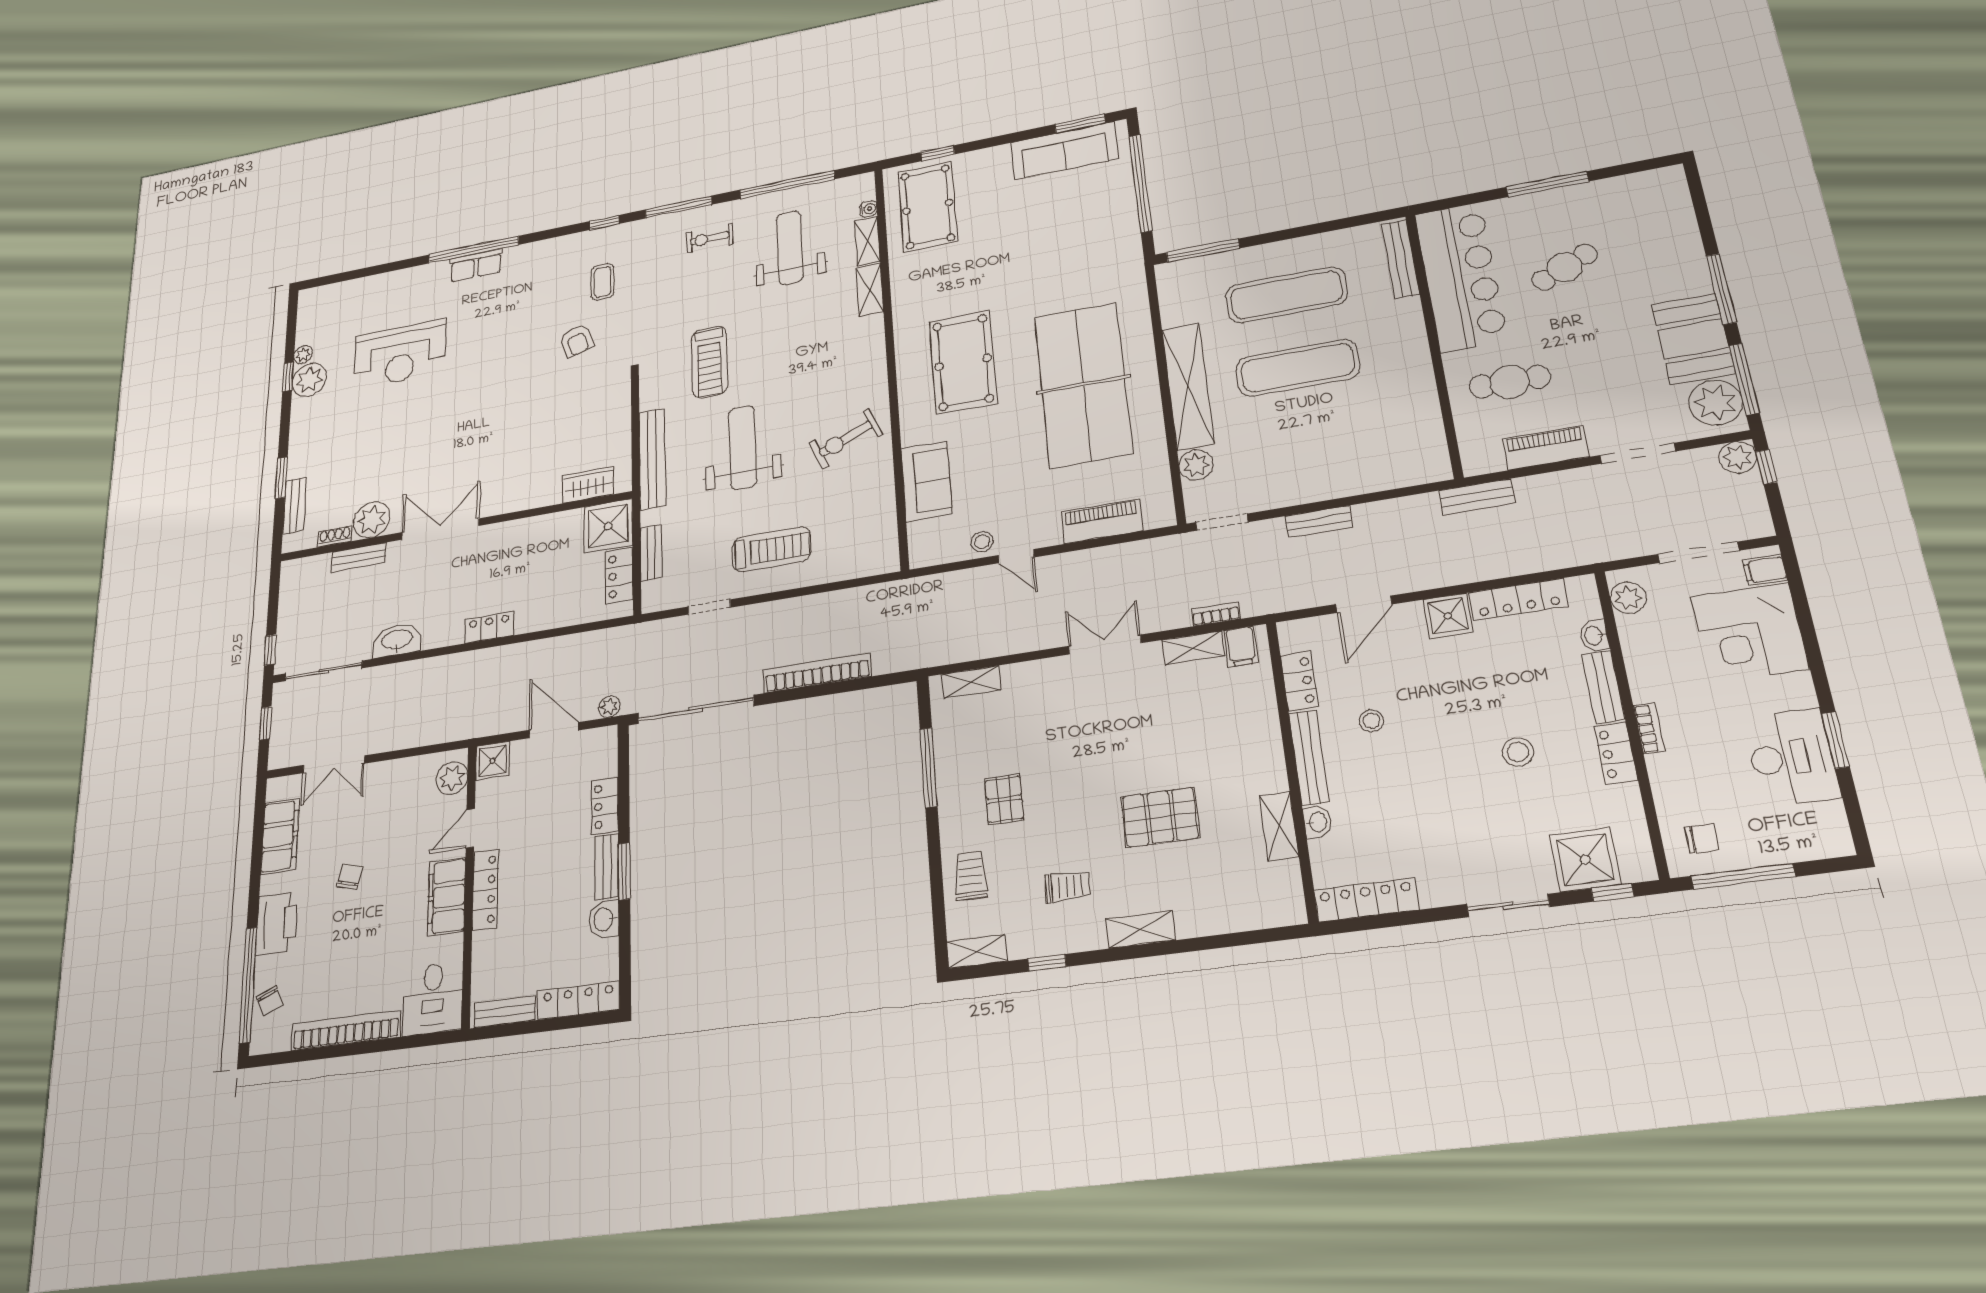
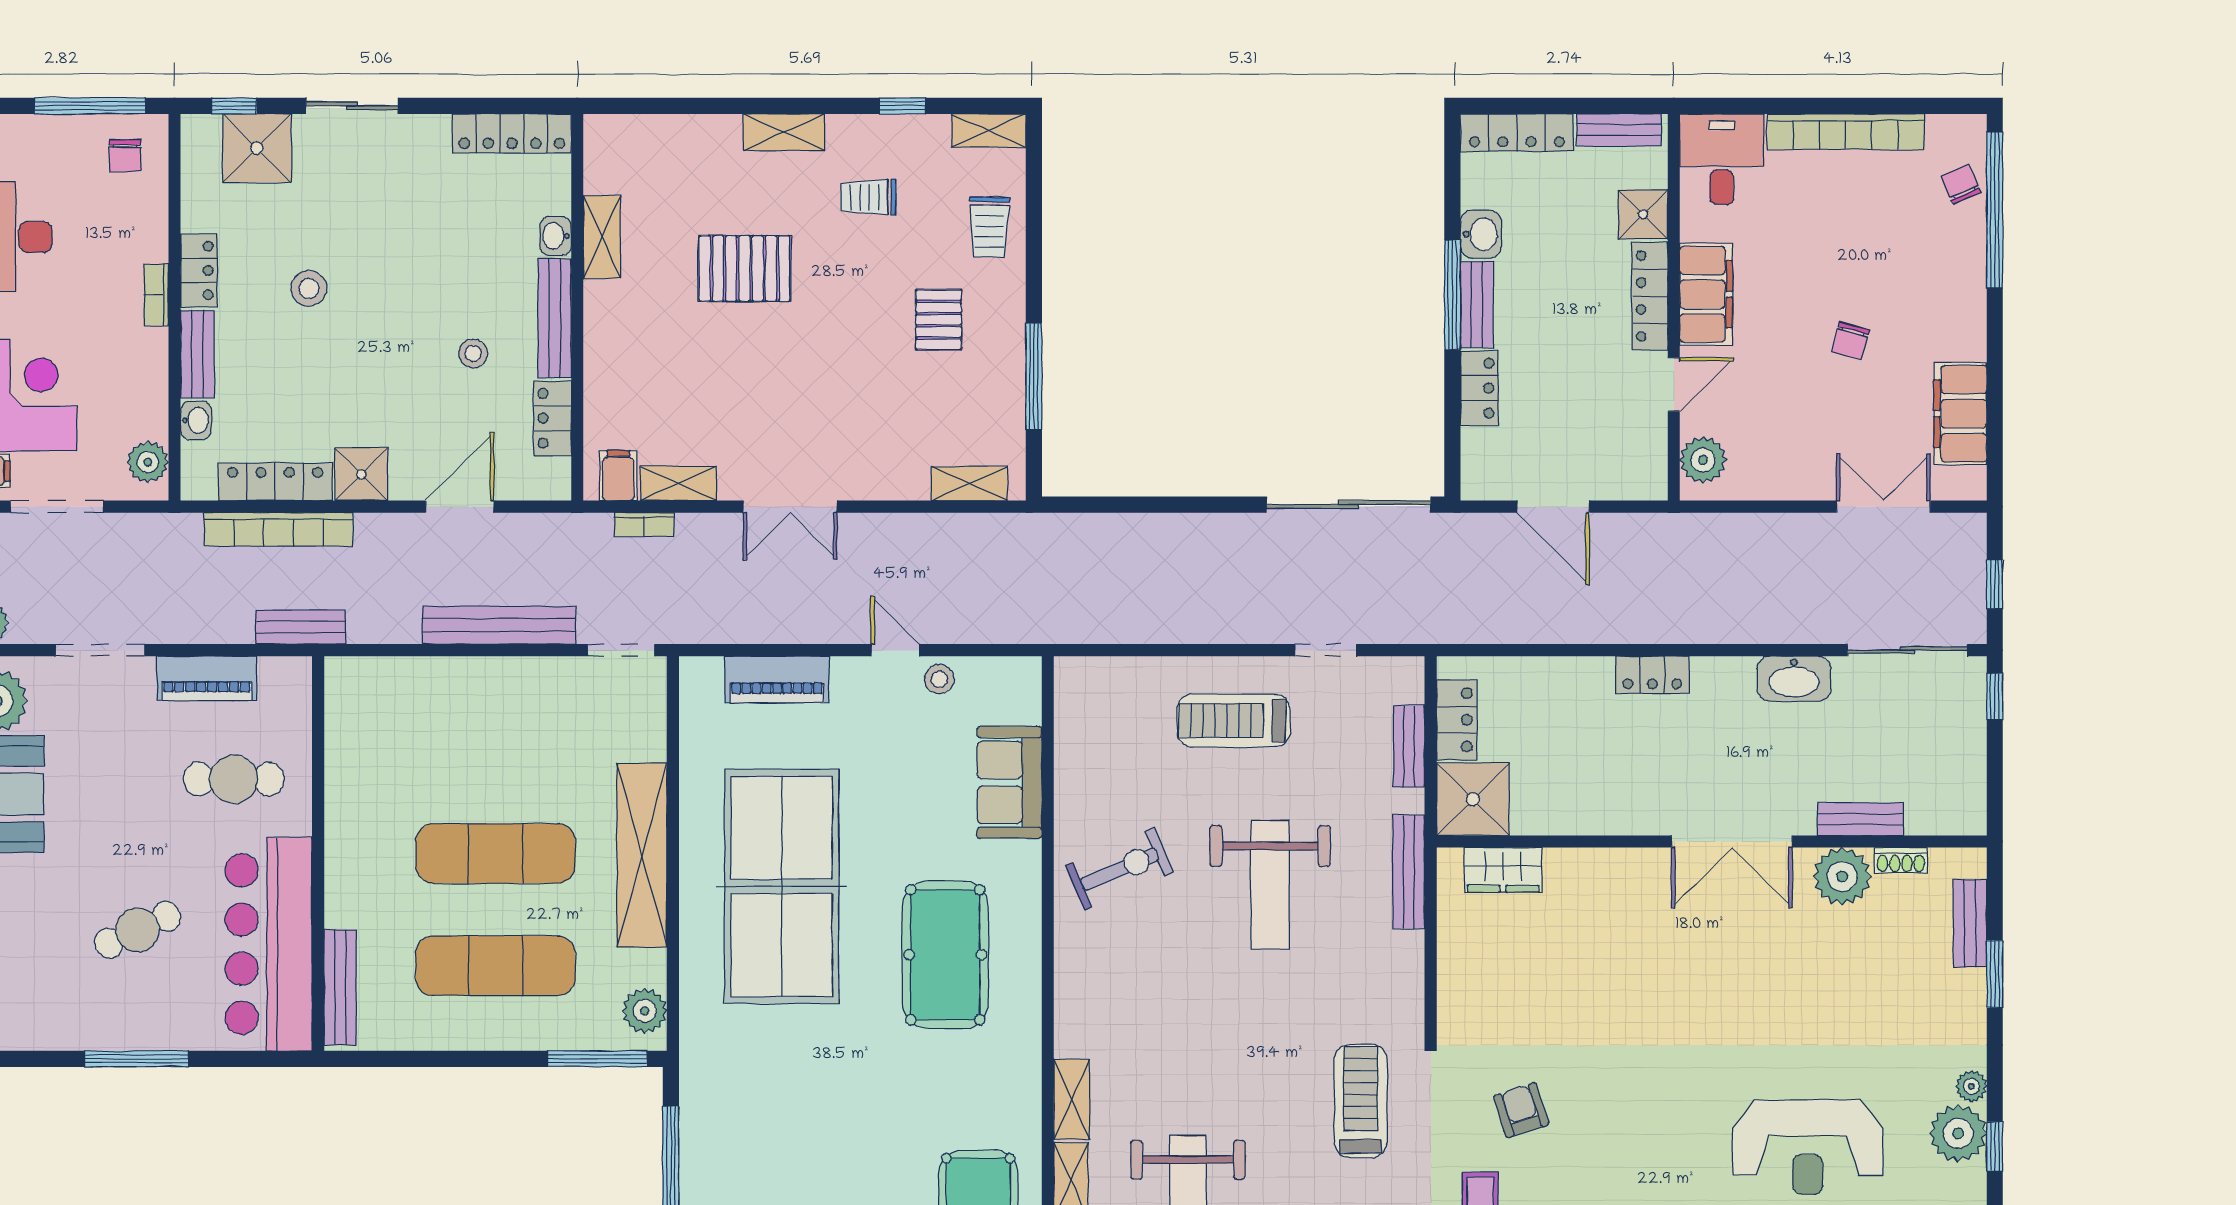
plant: (303, 354) -> (1971, 1086), moved
reception desk: (400, 354) -> (1808, 1147), turned 180
treadmill: (709, 362) -> (1361, 1101), moved
bench: (652, 459) -> (1409, 872), width x0.73, depth x0.82
plant: (1196, 465) -> (645, 1011), moved
bench: (1319, 522) -> (499, 625), width x1.86, depth x1.21
bookcase: (817, 673) -> (279, 529), moved
plant: (609, 707) -> (1472, 528), removed
shower: (493, 761) -> (1643, 214), moved
chair: (1702, 838) -> (125, 155), turned -90
window: (624, 871) -> (1452, 295), width x1.44
printer: (277, 924) -> (1957, 290), removed

